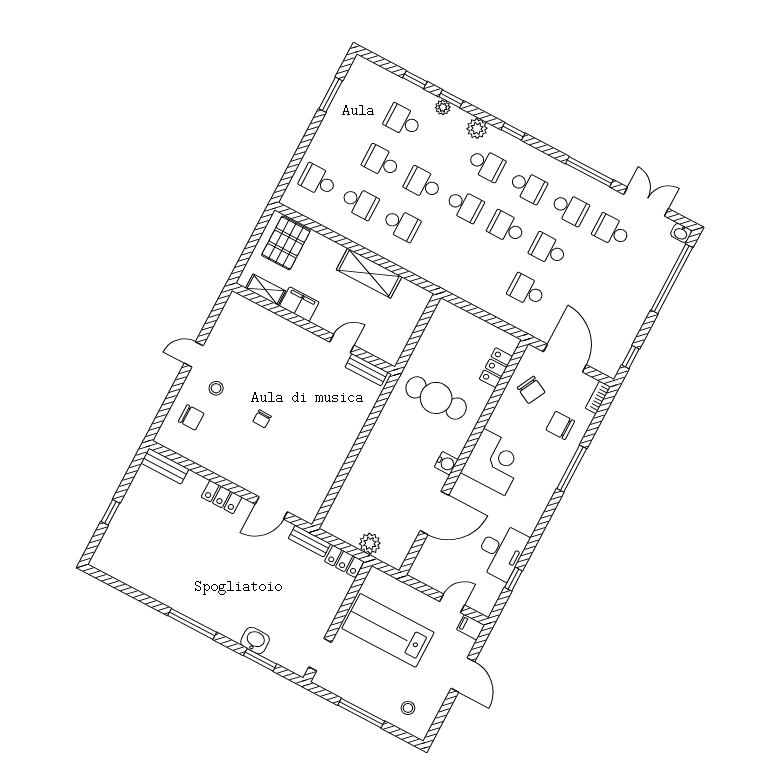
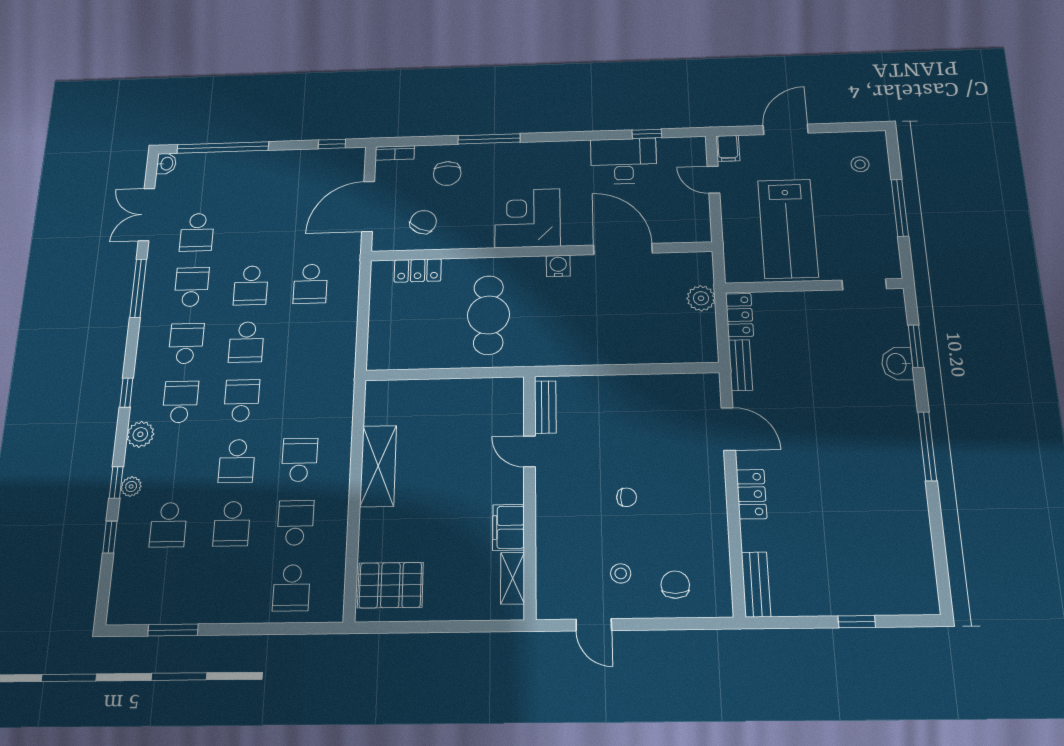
shelving: (266, 290) -> (513, 578), moved
filing cabinet: (299, 304) -> (509, 527), moved
wall: (314, 329) -> (530, 494), moved
door: (342, 344) -> (530, 451), moved
bench: (366, 370) -> (545, 407), moved

